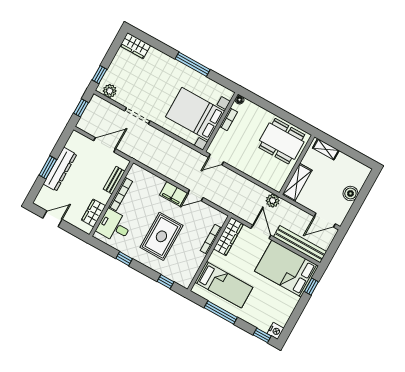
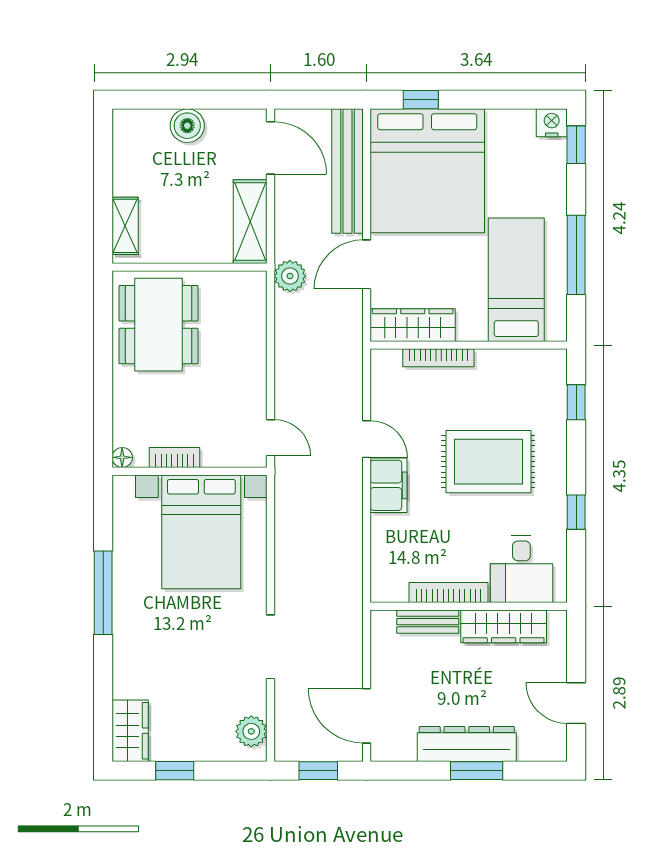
window: (100, 75) -> (175, 771), moved
door: (105, 145) -> (367, 716), moved
shelving: (297, 182) -> (250, 222), moved, turned 90
wardrobe: (93, 213) -> (504, 626), width x1.50
bed: (287, 268) -> (427, 171), width x1.36

